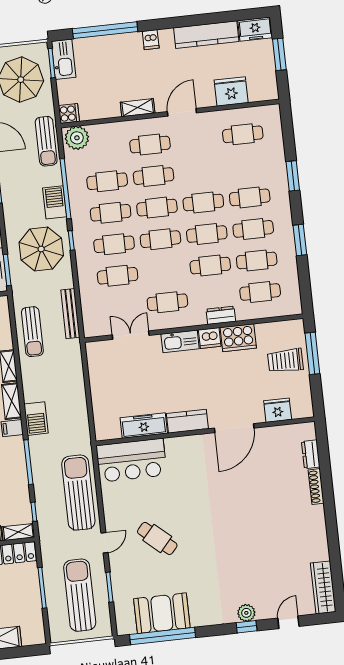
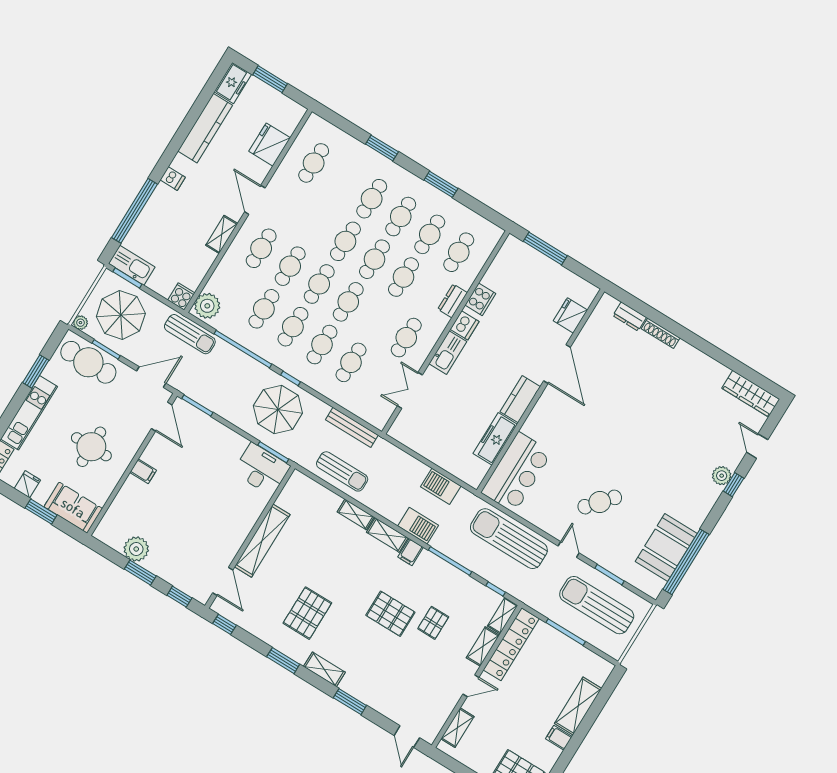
barbecue: (55, 202) -> (441, 486), moved
cooker: (238, 338) -> (480, 299), width x0.73, depth x0.76
trolley: (285, 361) -> (534, 276), removed

